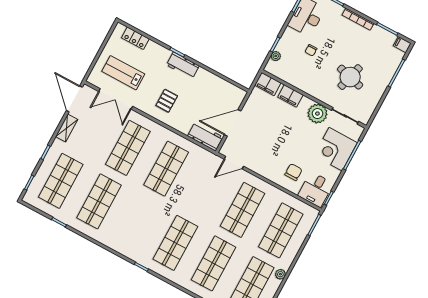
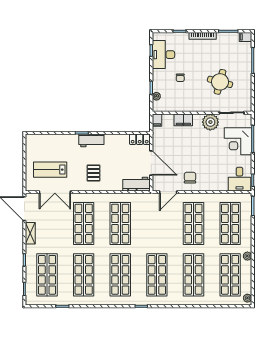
locker: (135, 38) -> (140, 139), moved
filing cabinet: (268, 84) -> (157, 120), width x0.50
door: (233, 123) -> (151, 163), swing flipped
chair: (293, 172) -> (190, 178), moved
shop shelf: (137, 222) -> (120, 275), added

